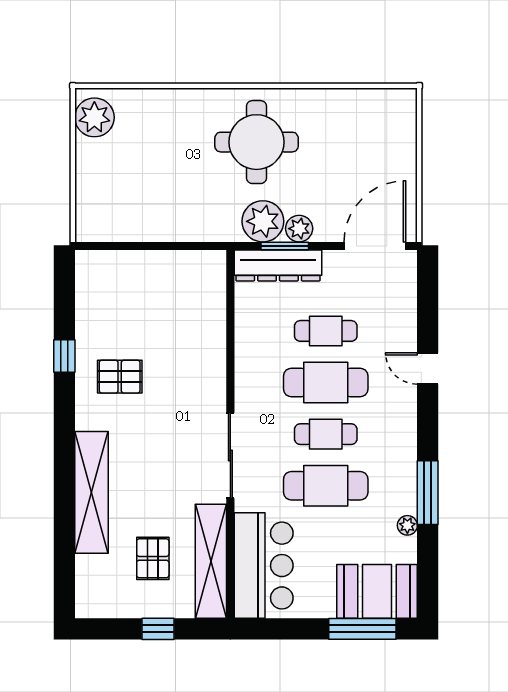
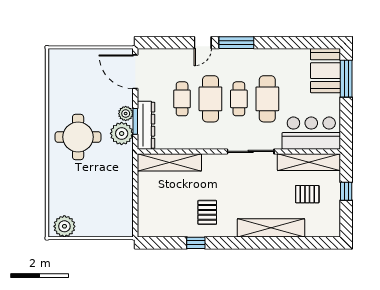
shelving: (211, 308) -> (169, 162), added
window: (428, 493) -> (236, 43), moved
plant: (407, 525) -> (289, 54), removed

